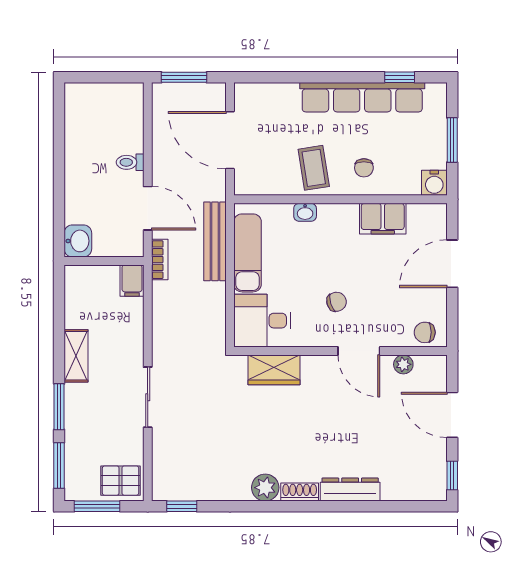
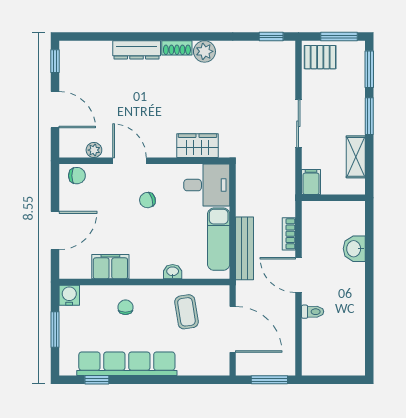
coffee table: (314, 168) -> (186, 312), moved
wall: (104, 261) -> (333, 198), moved
filing cabinet: (132, 281) -> (311, 182), moved

